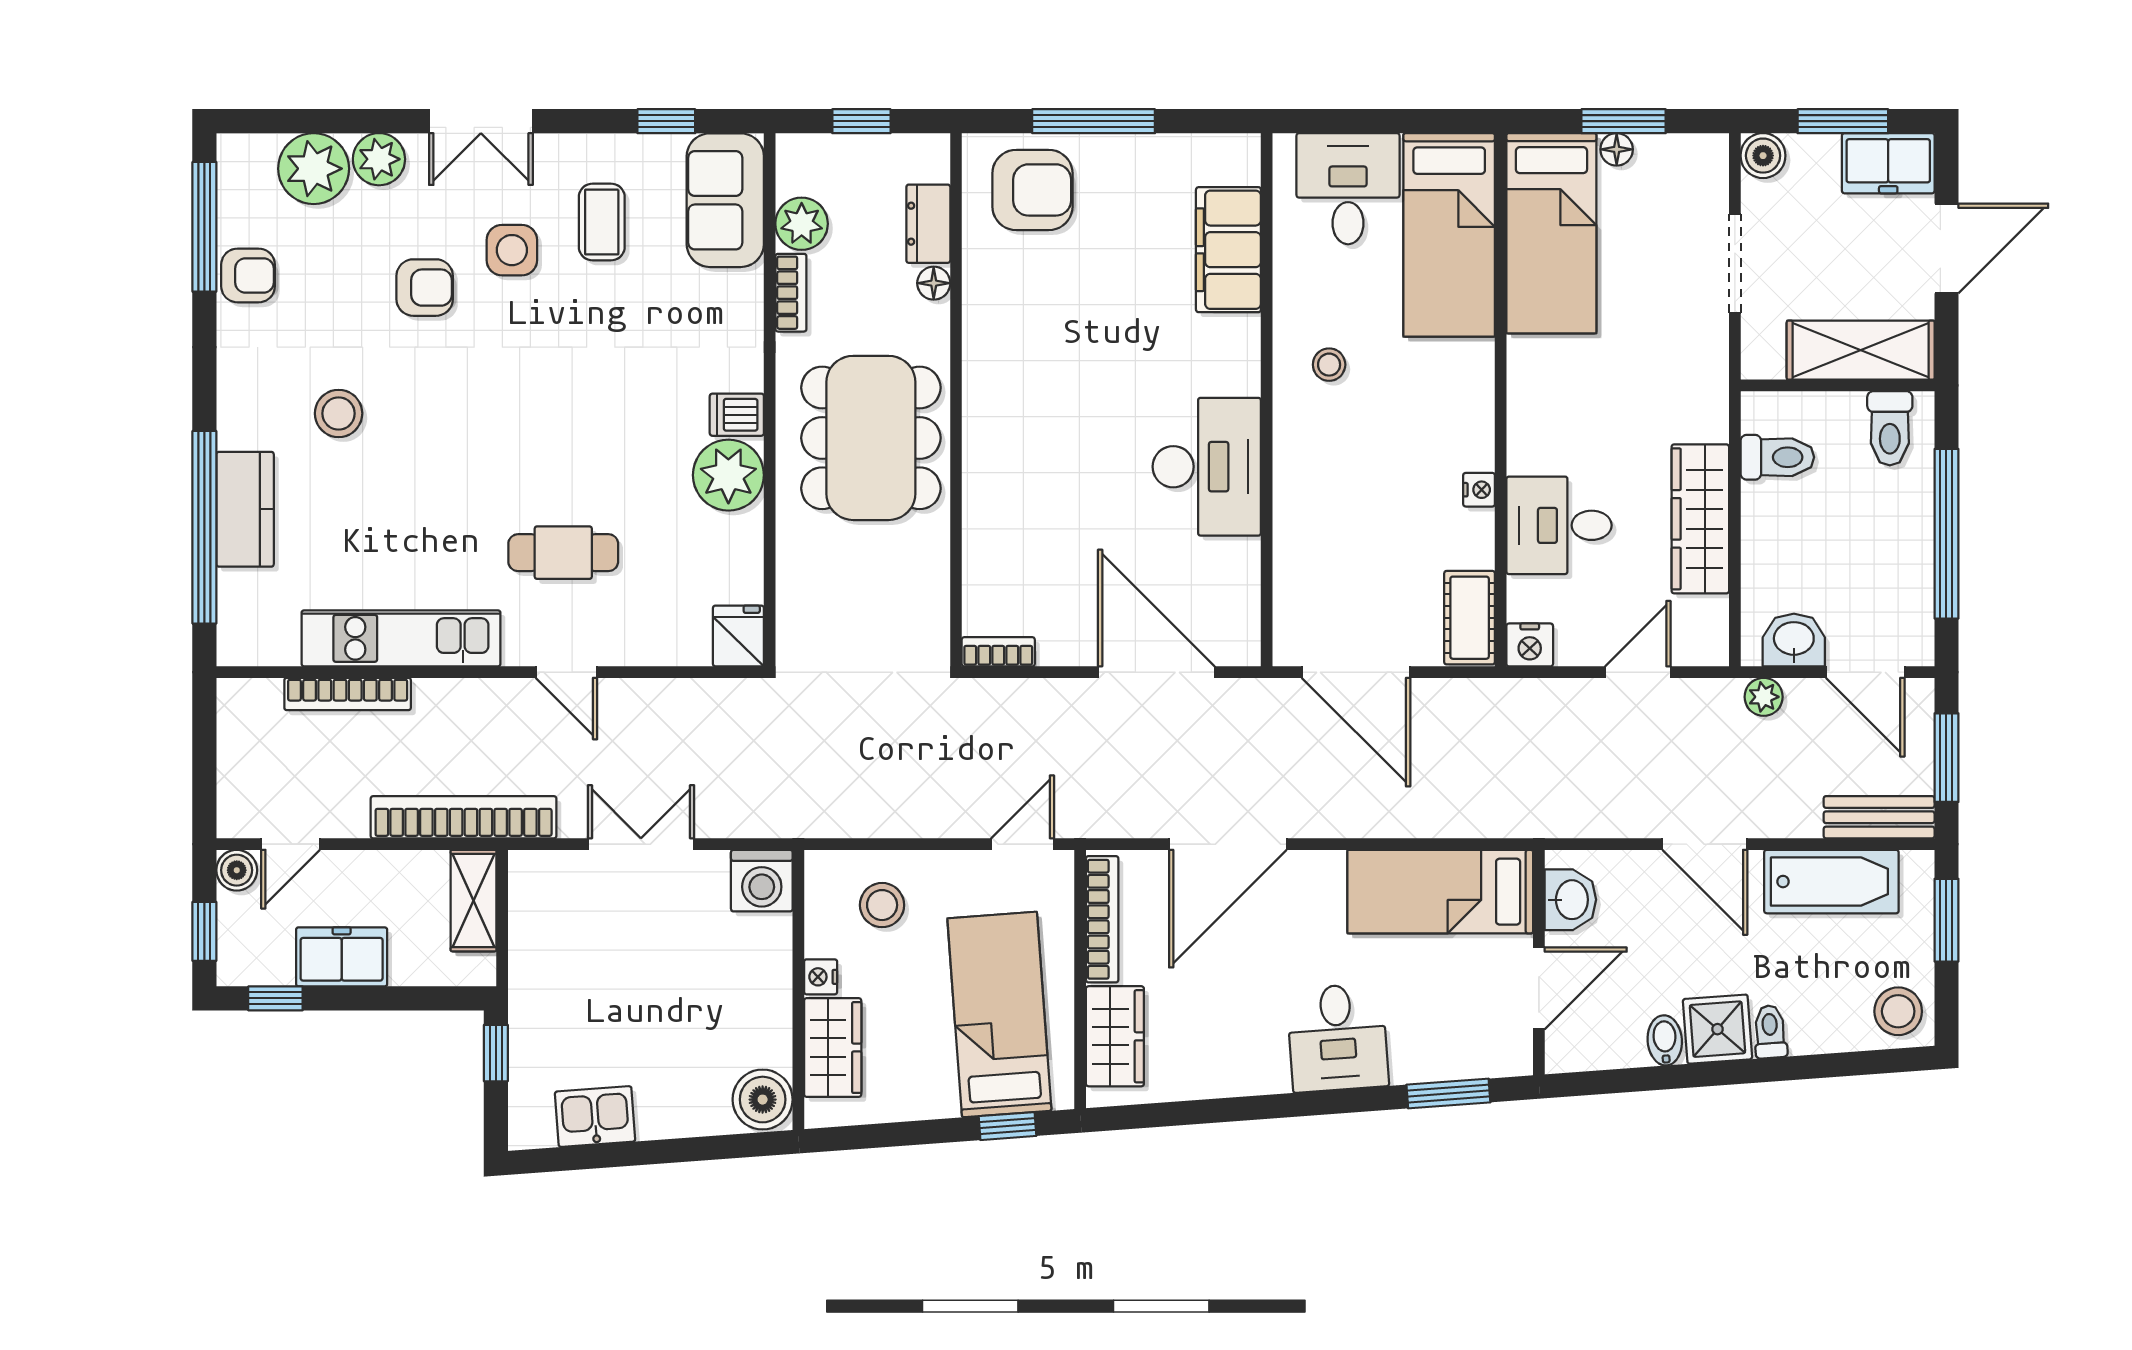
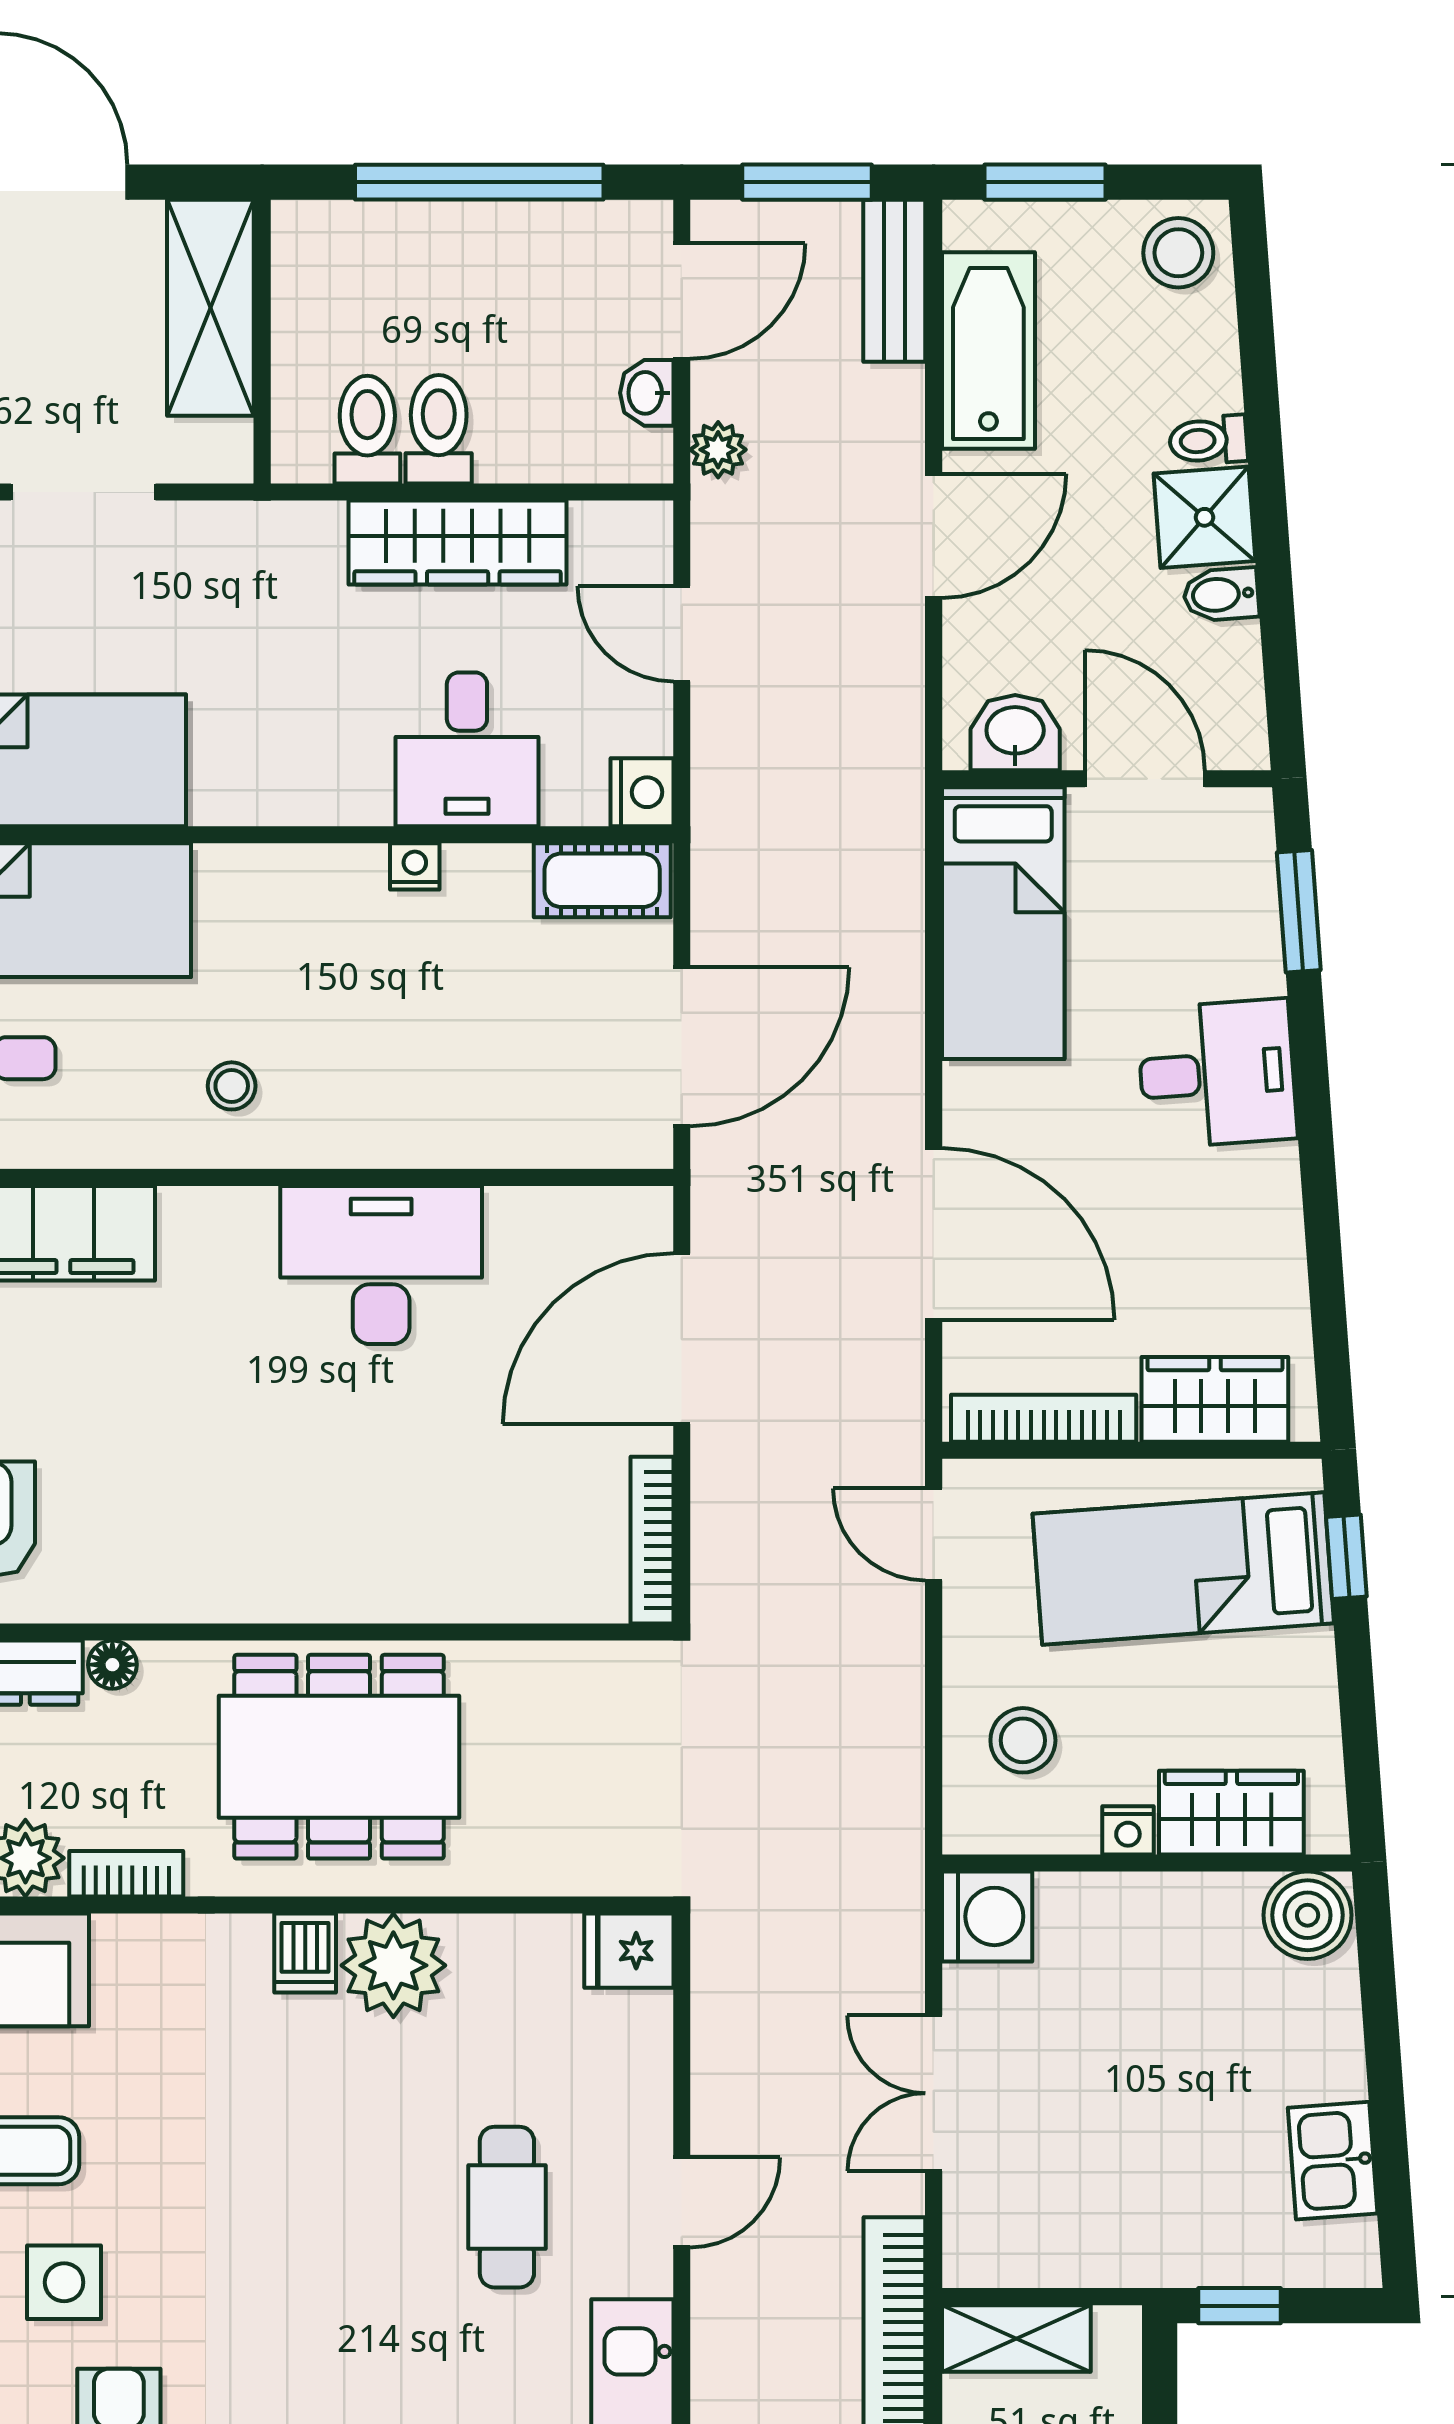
toilet: (1890, 428) -> (439, 429), moved, turned -90
washbasin: (1794, 640) -> (647, 393), width x0.72, depth x0.69
bookcase: (998, 652) -> (652, 1540), width x1.56

